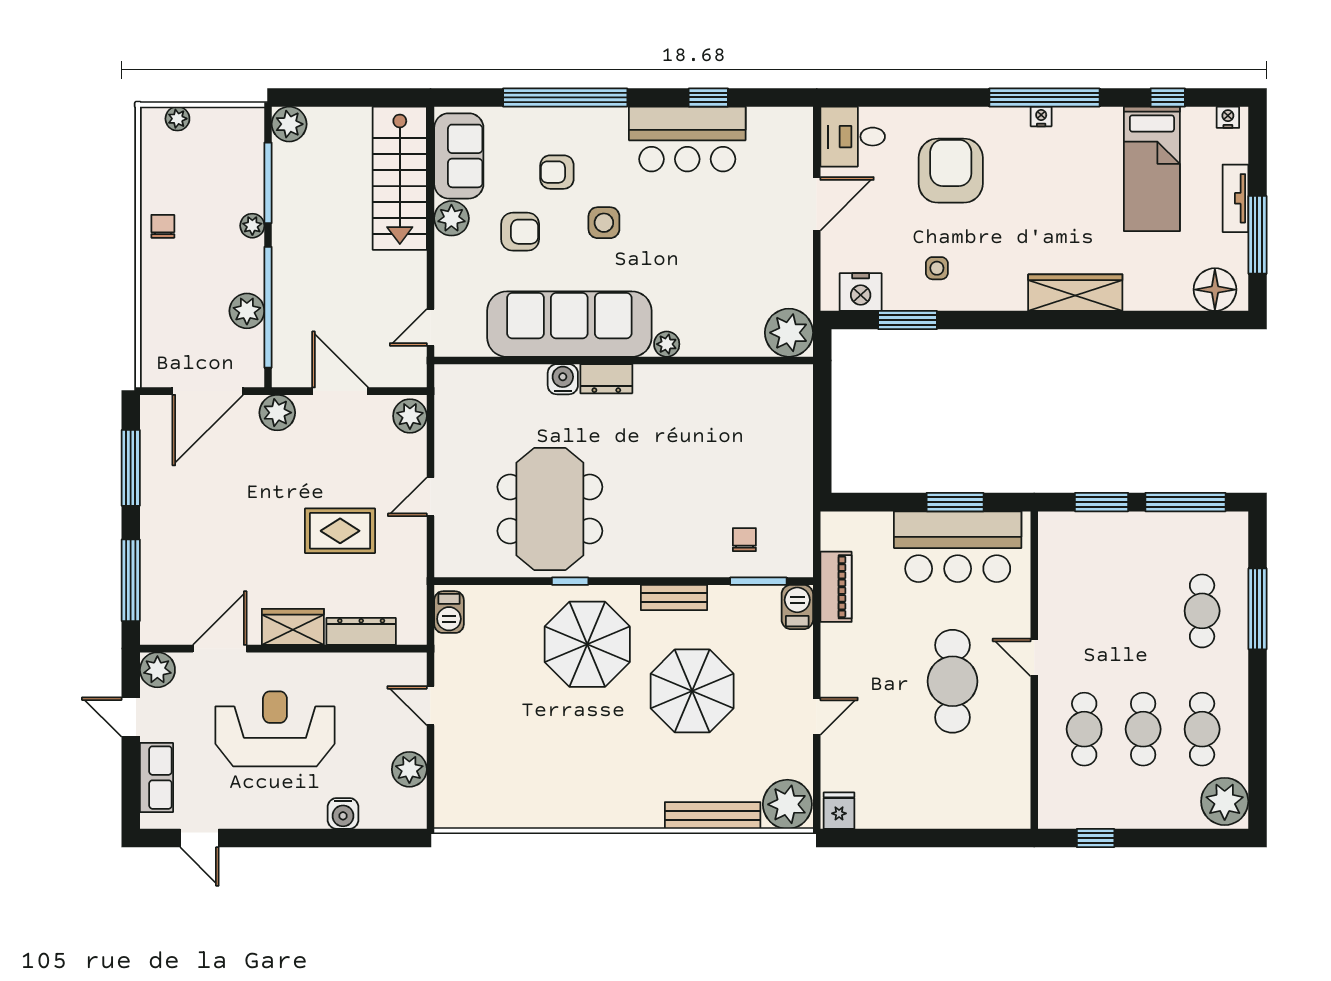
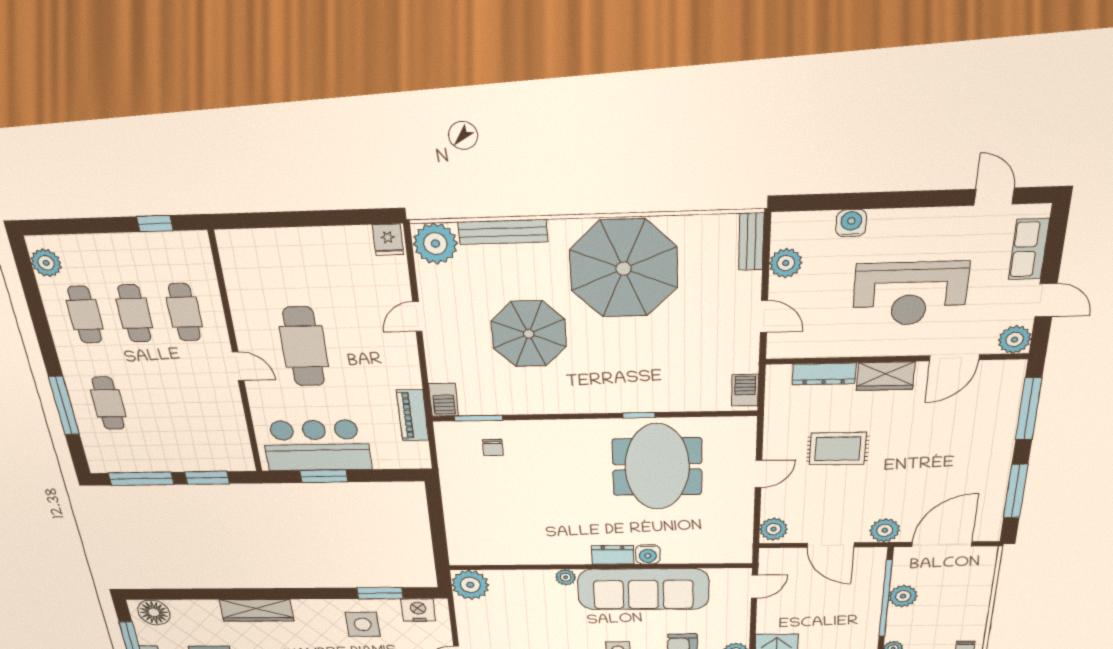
side table: (937, 268) -> (363, 624), width x1.87, depth x1.87
bench: (674, 597) -> (751, 242), moved, turned 90
parasol: (587, 644) -> (624, 269), moved, width x1.36, depth x1.36
plant: (1225, 801) -> (46, 263), width x0.73, depth x0.73

